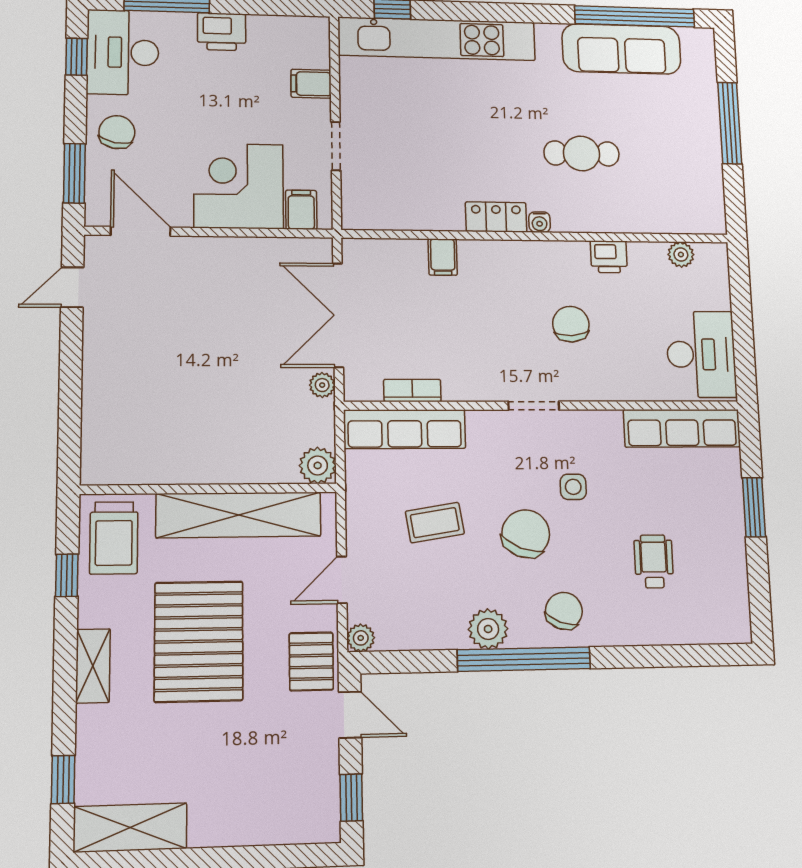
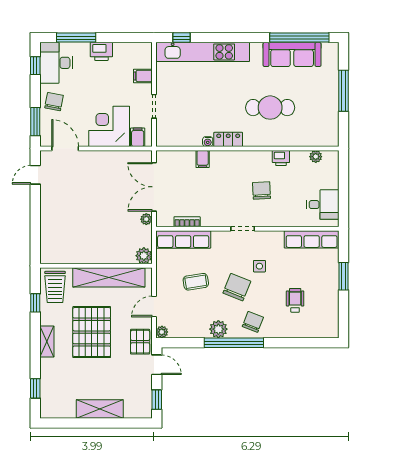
cafe table: (582, 153) -> (270, 108), width x1.37, depth x1.35
water cooler: (540, 222) -> (208, 142), moved
desk: (701, 354) -> (323, 205), width x0.73
shelving: (130, 828) -> (100, 409), moved

